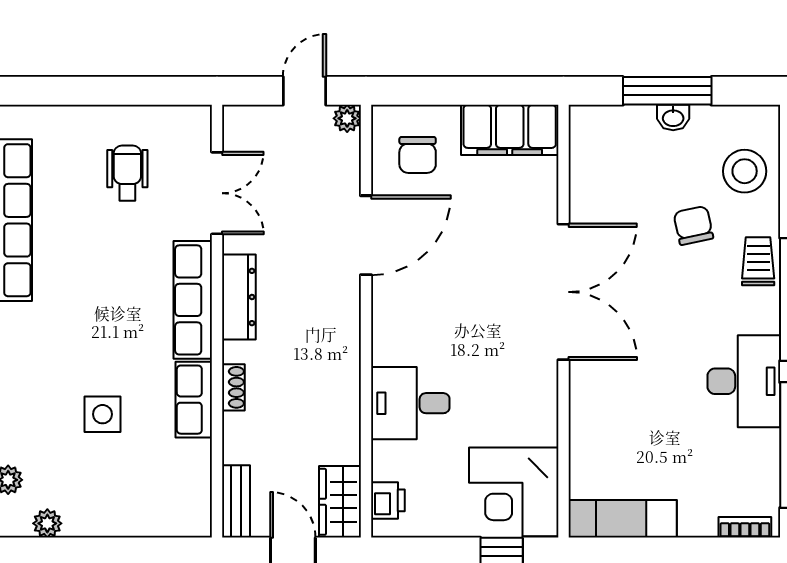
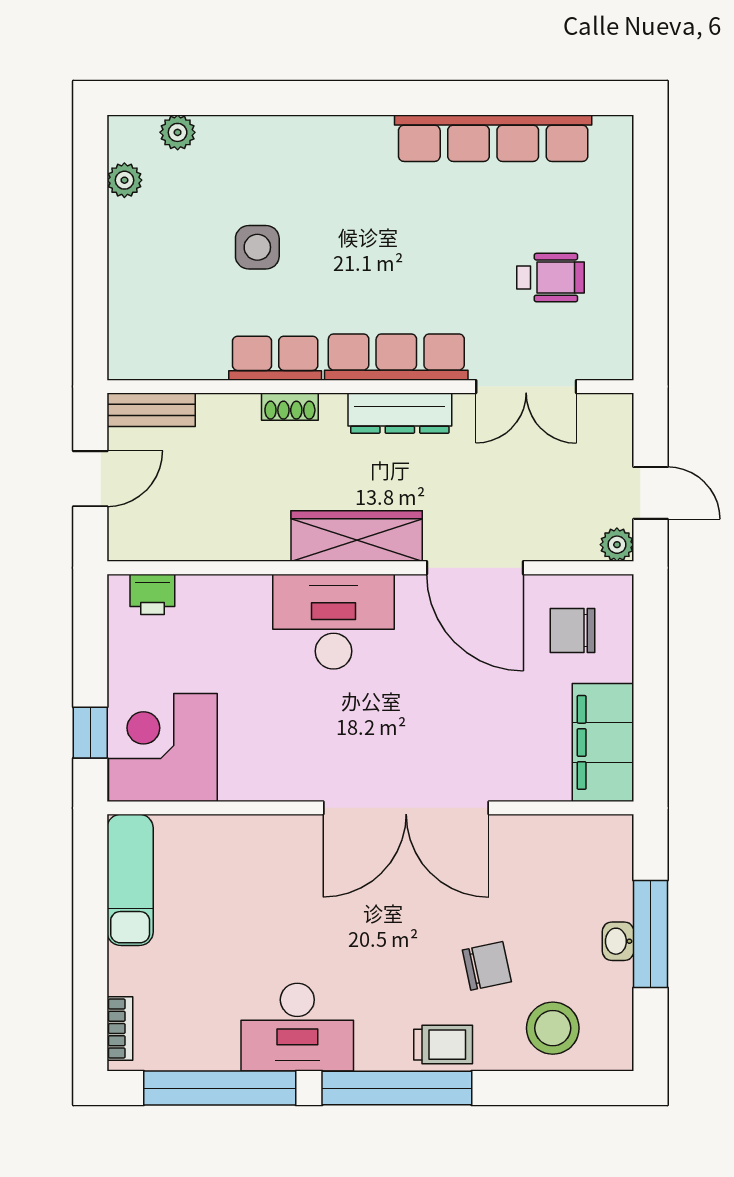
desk: (410, 403) -> (333, 622), moved, width x1.37
wardrobe: (340, 502) -> (357, 536), moved, width x1.50

